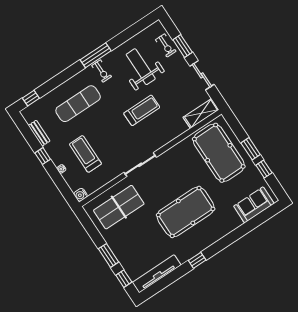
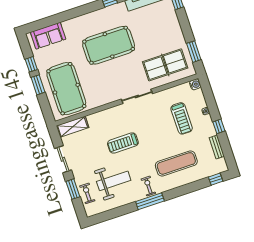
weight bench: (141, 67) -> (114, 181), turned -90
window: (108, 255) -> (194, 52), moved

